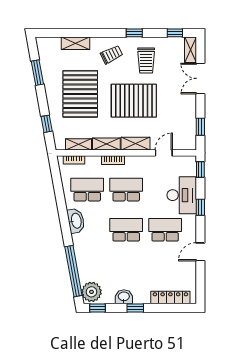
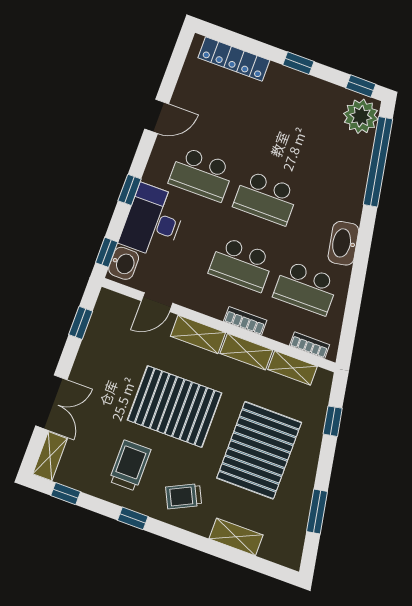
washbasin: (124, 297) -> (124, 263), moved, turned -90

